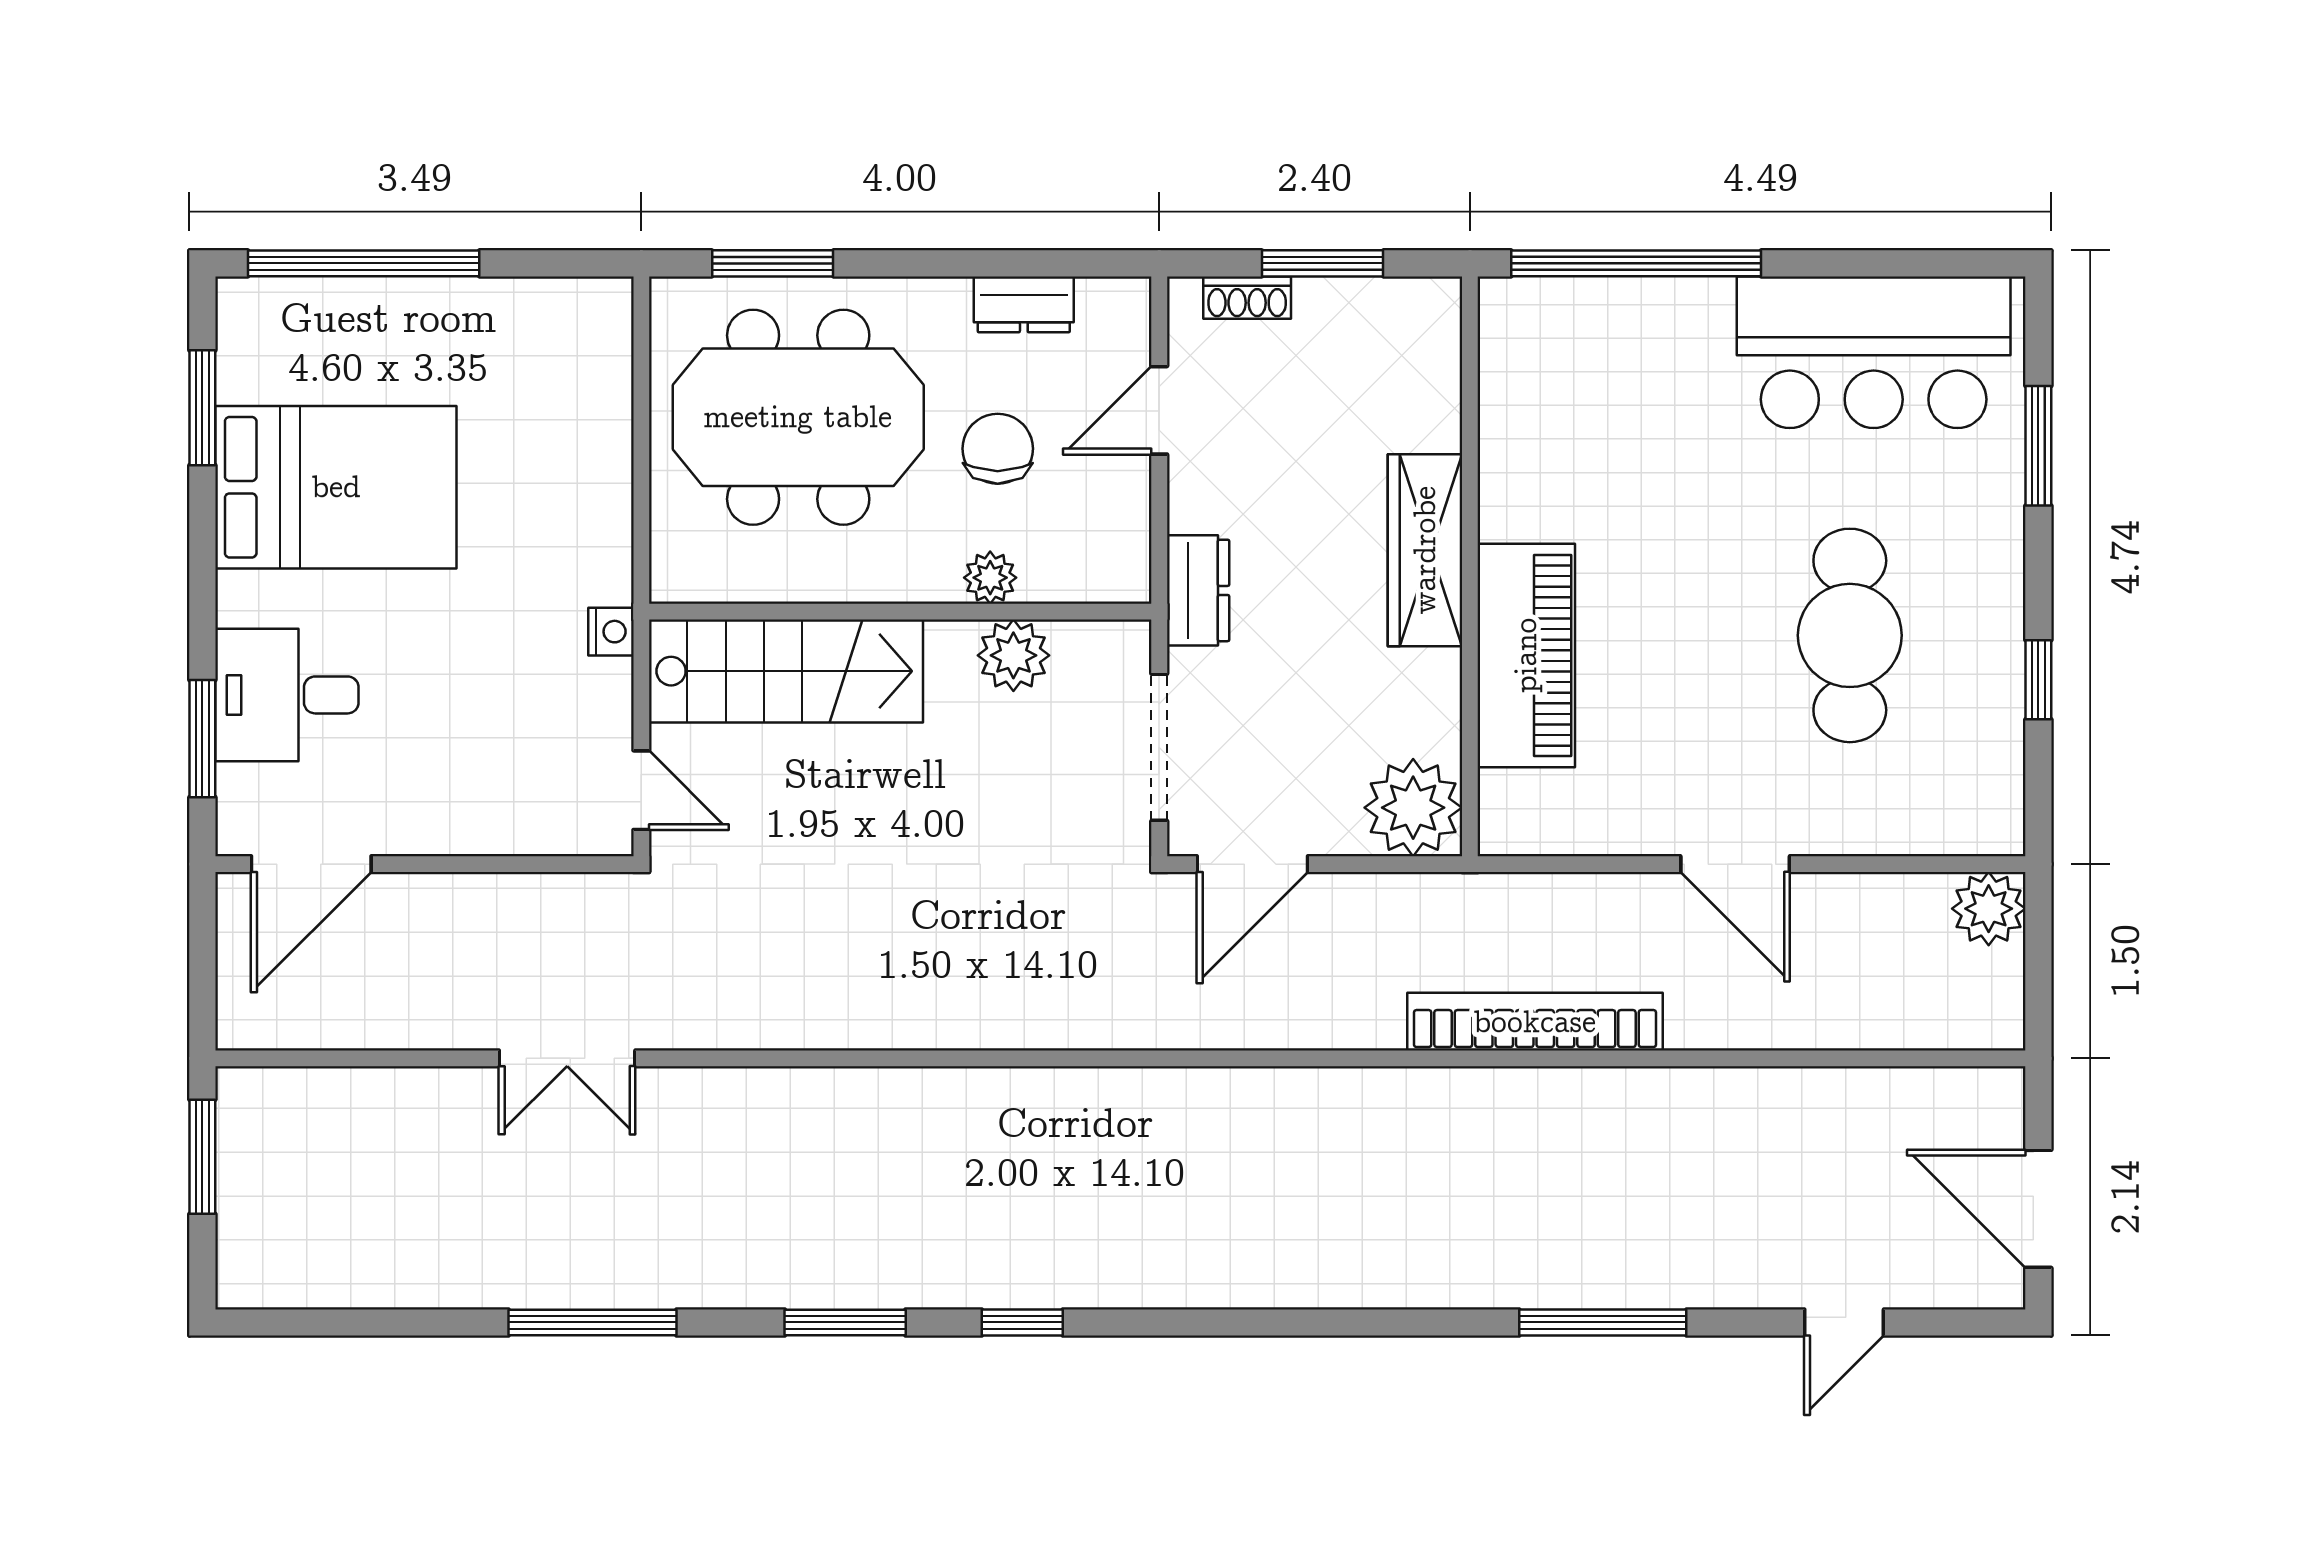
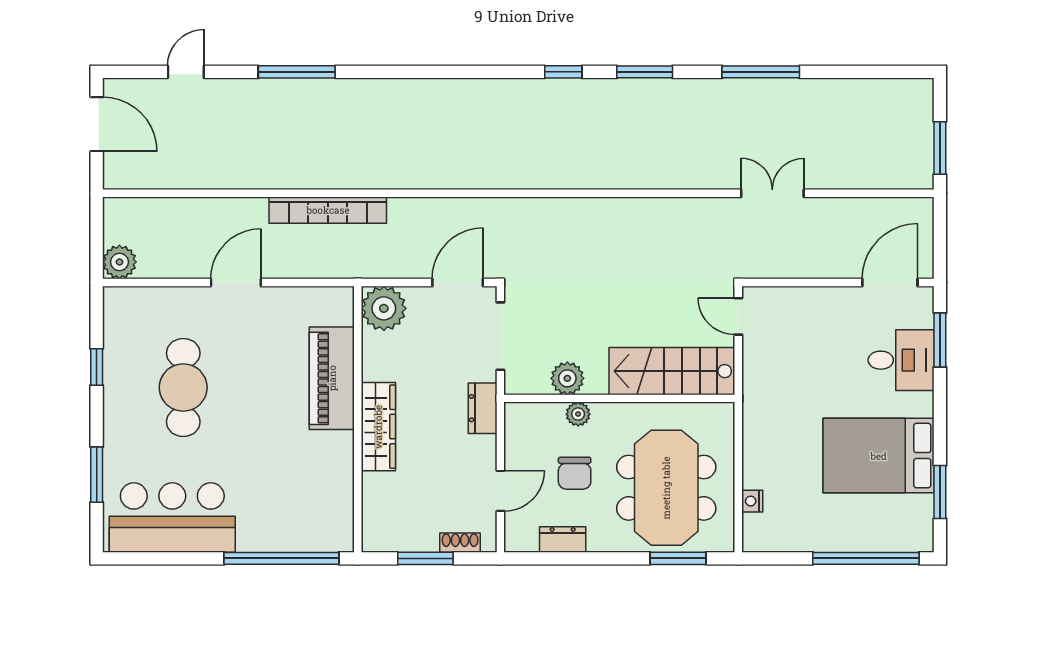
meeting table: (798, 417) -> (666, 488), turned 90
nightstand: (611, 632) -> (752, 501), moved
door: (1735, 864) -> (236, 282), hinge flipped

